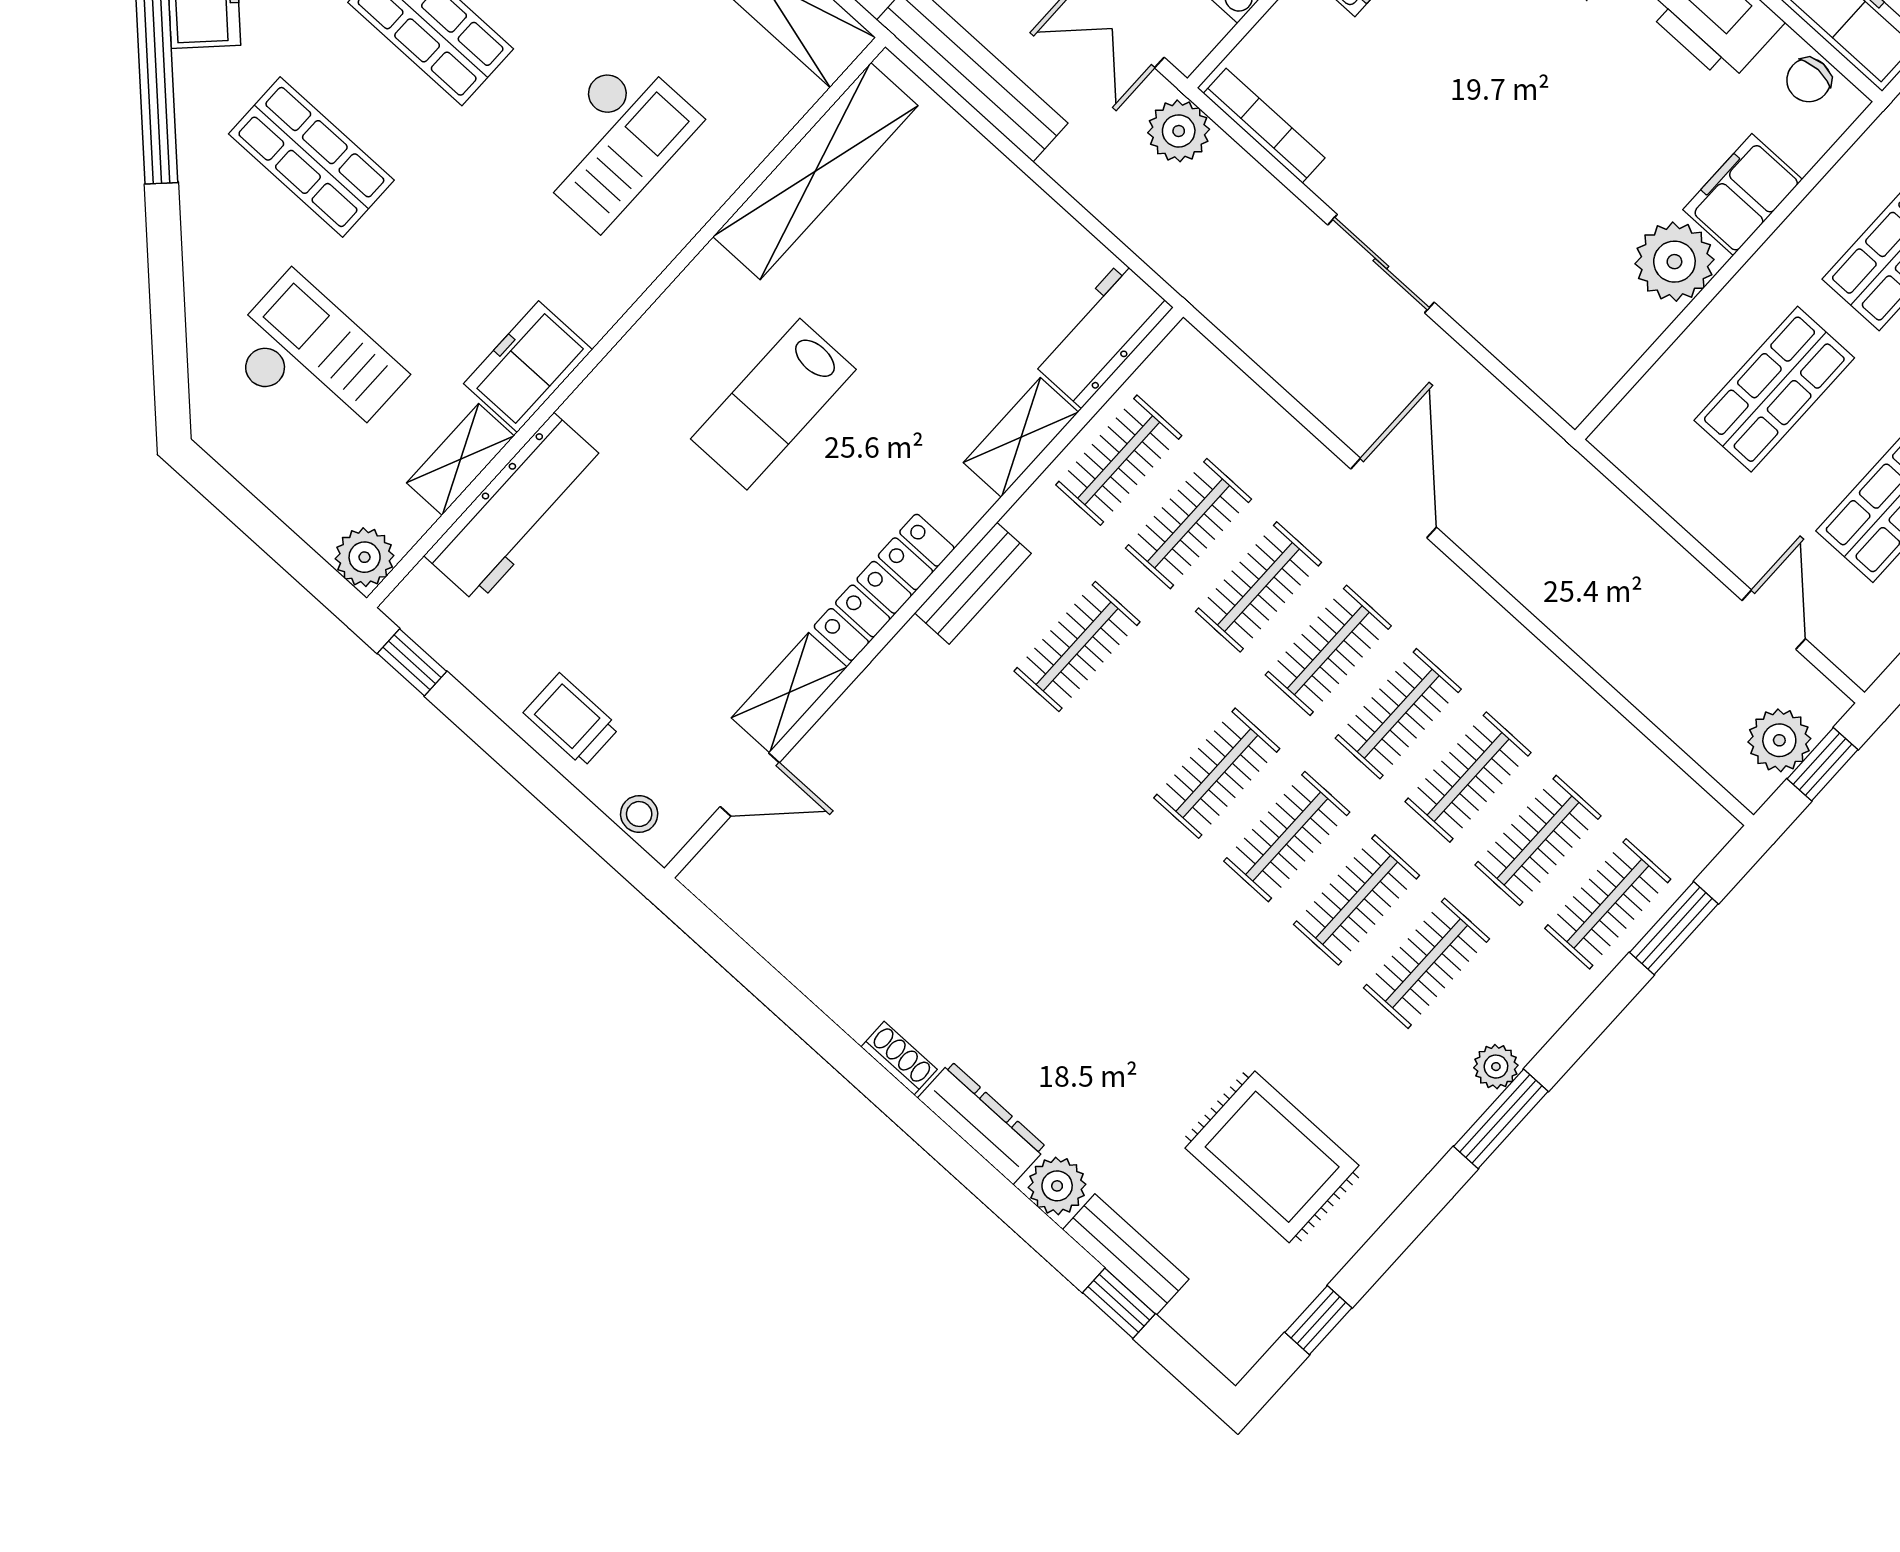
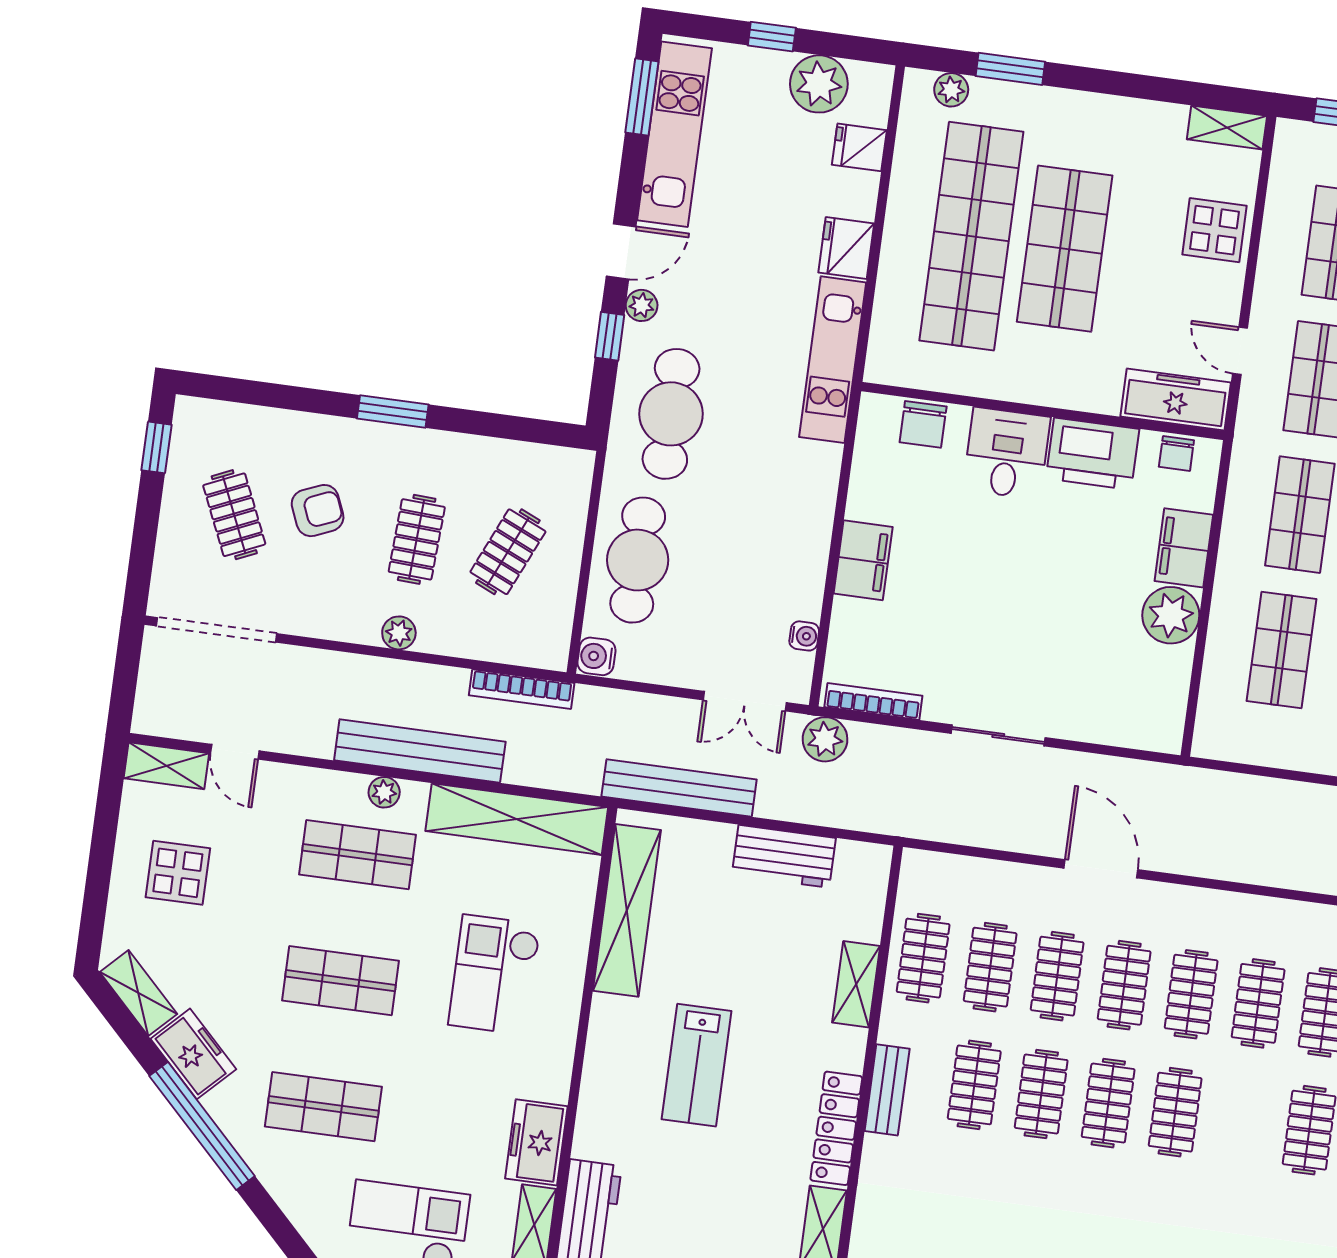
checkout: (612, 140) -> (495, 975), turned 180
workbench: (1101, 334) -> (784, 856), moved, turned -90
clothes rail: (1357, 900) -> (1041, 1094), moved

